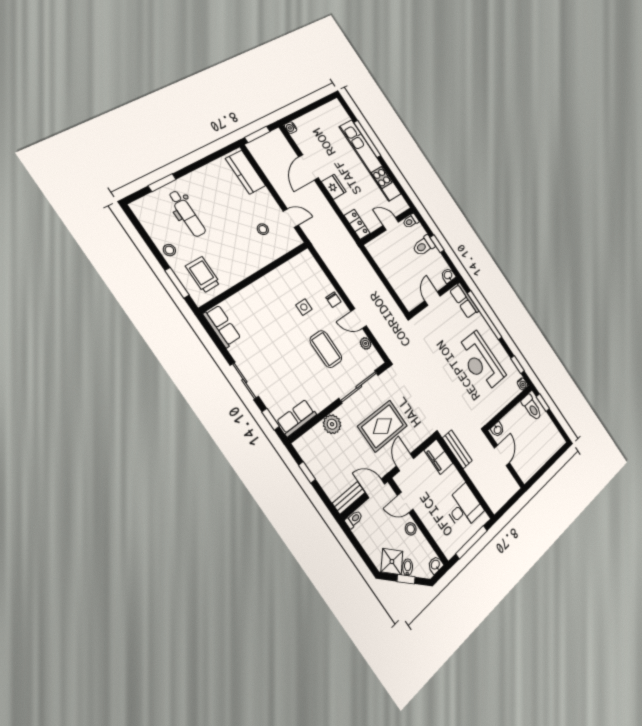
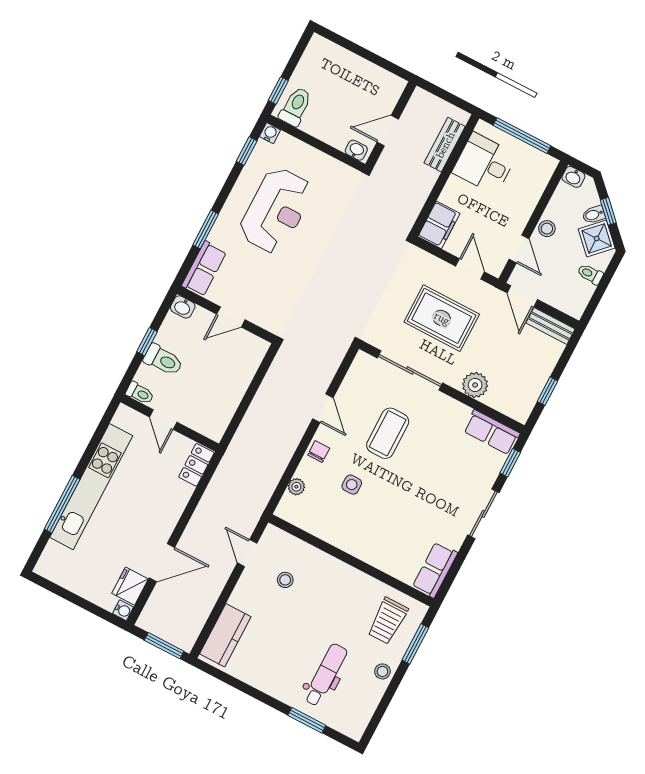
fridge: (334, 187) -> (130, 586), moved
window: (485, 315) -> (206, 229), width x0.47
plant: (366, 343) -> (296, 487), moved
bench: (457, 449) -> (445, 145), moved
door: (405, 462) -> (470, 269), swing flipped
toilet: (354, 519) -> (590, 274), moved

